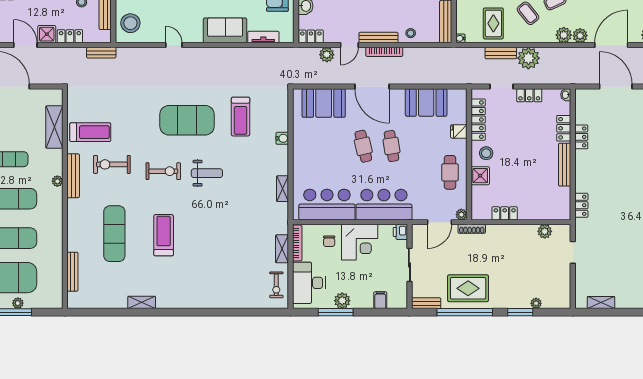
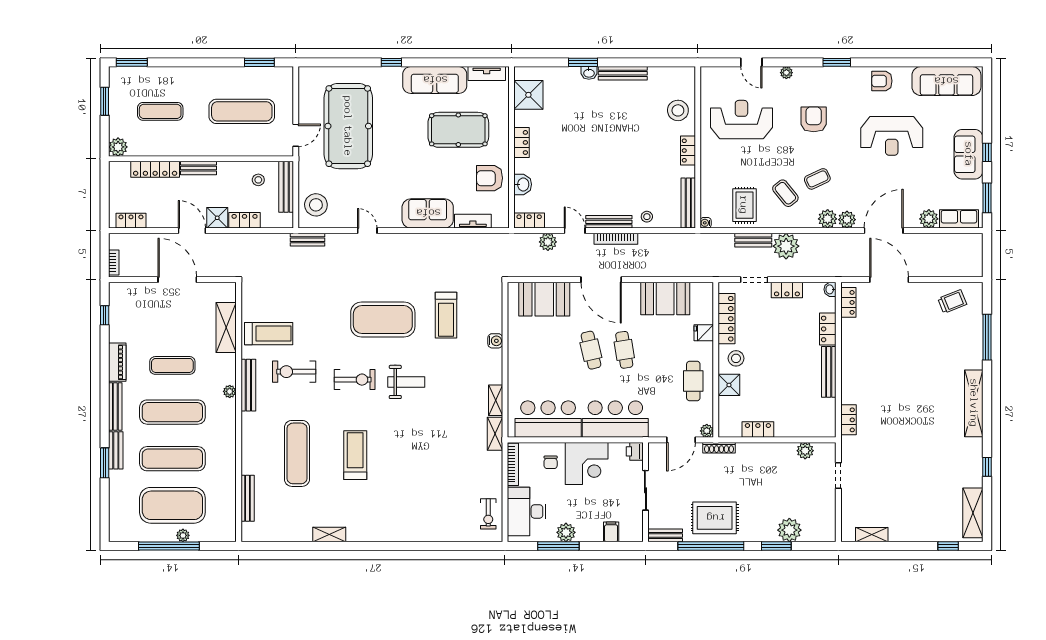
door: (349, 45) -> (575, 231), swing flipped
bench: (101, 53) -> (308, 240), moved
locker: (581, 137) -> (848, 302), moved
shelving: (282, 249) -> (495, 434), moved
plant: (536, 303) -> (789, 530), width x1.88, depth x1.88

